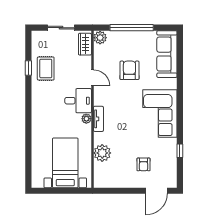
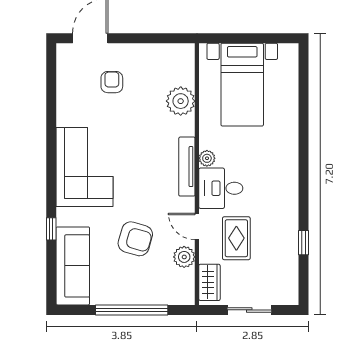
plant: (100, 38) -> (184, 257), moved
rug: (46, 68) -> (236, 238), moved
armchair: (129, 70) -> (135, 239), turned -74
tv unit: (98, 119) -> (187, 167), width x1.41
window: (180, 151) -> (51, 229), moved

